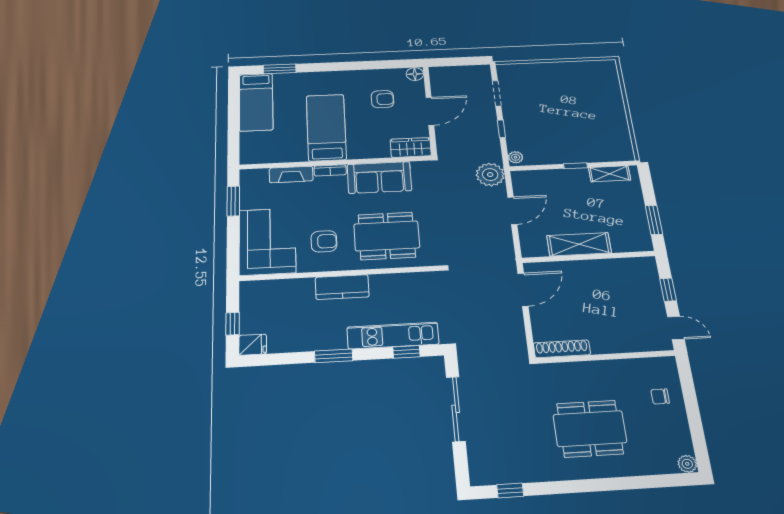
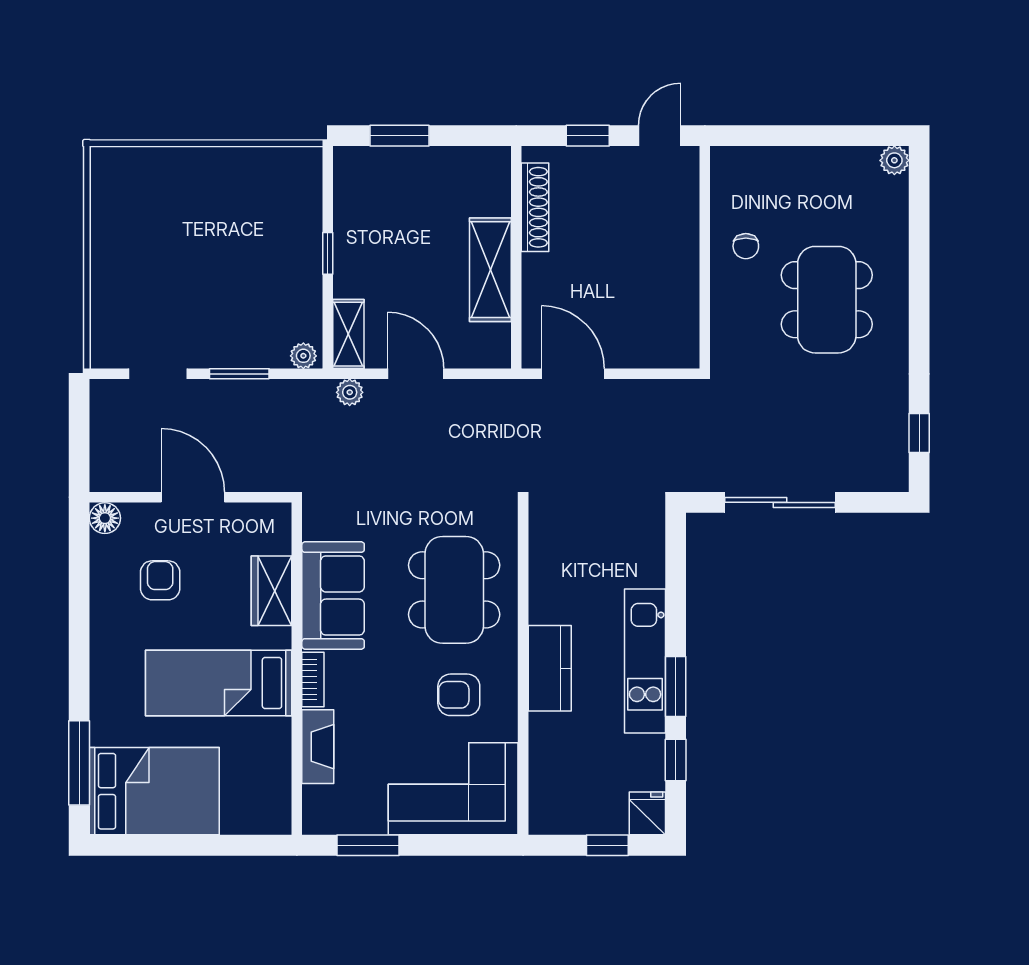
window: (280, 69) -> (79, 763), width x1.44
bed: (256, 102) -> (154, 791), width x1.50
window: (501, 129) -> (239, 374), width x1.50
wardrobe: (411, 147) -> (272, 591), moved
shelving: (610, 174) -> (348, 334), moved
plant: (490, 175) -> (350, 392), width x0.53, depth x0.53
window: (654, 220) -> (400, 136), moved
armchair: (324, 241) -> (459, 695), turned -90
kitchen unit: (393, 336) -> (645, 661), moved
shoe rack: (562, 349) -> (535, 207), moved, turned 180
window: (406, 352) -> (676, 760), moved
chair: (660, 396) -> (746, 246), moved

